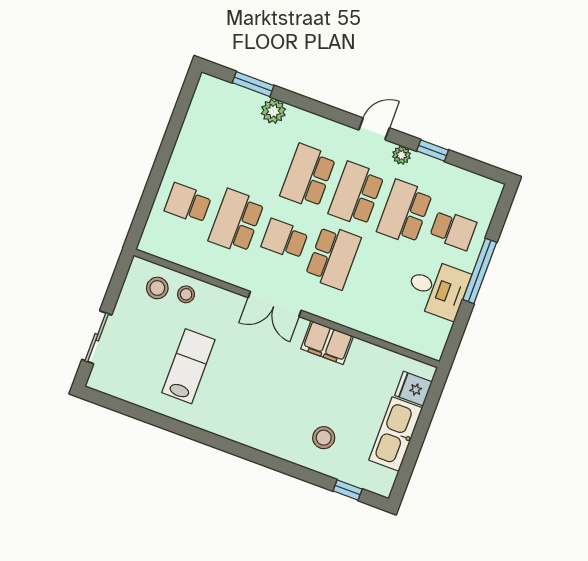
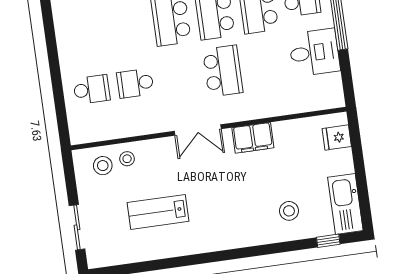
school desk: (188, 203) -> (92, 89), turned 180
school desk: (236, 221) -> (135, 83), width x0.54
school desk: (285, 239) -> (179, 77), removed
lab bench: (188, 366) -> (158, 212), turned -90
kitchen sink: (396, 434) -> (345, 204), moved

